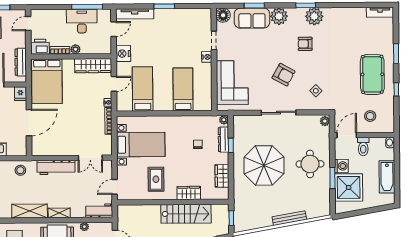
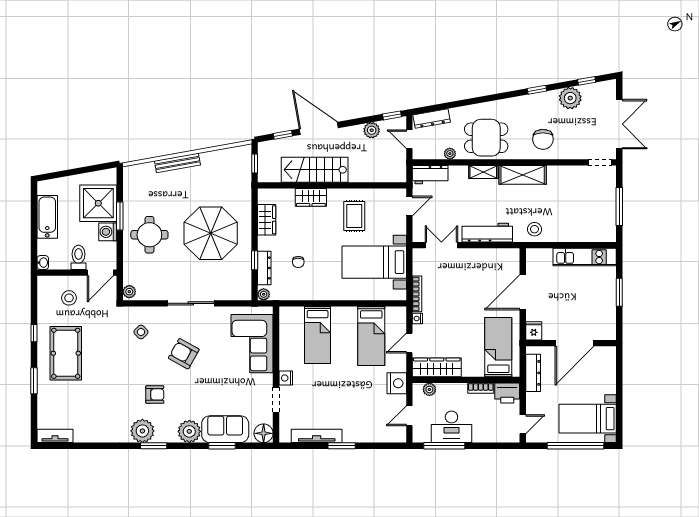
tv unit: (135, 14) -> (317, 436), moved
plant: (75, 49) -> (429, 389), moved
bed: (47, 81) -> (498, 347), width x0.67

